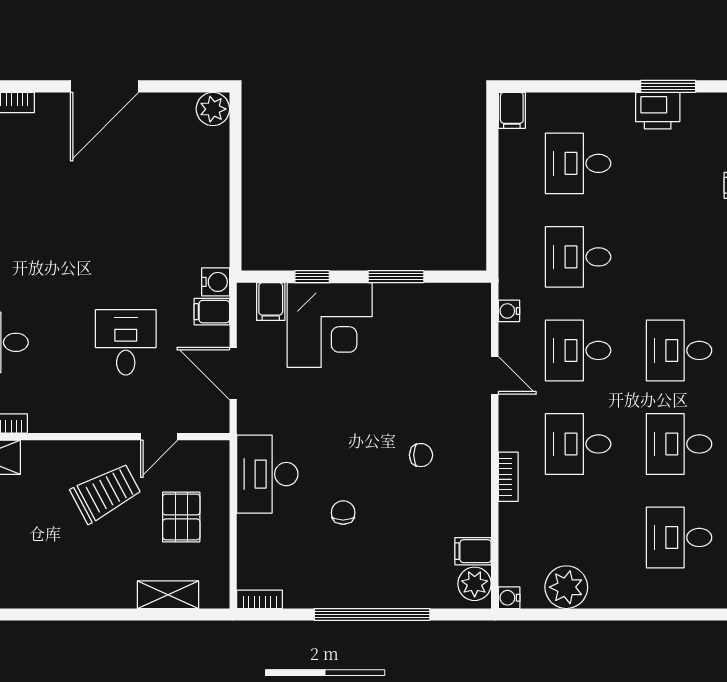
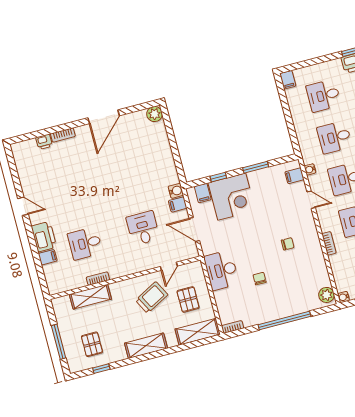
filing cabinet: (473, 551) -> (294, 176), moved
shelving: (67, 591) -> (146, 346), added
shelving: (168, 595) -> (198, 332), width x1.50, depth x1.33

